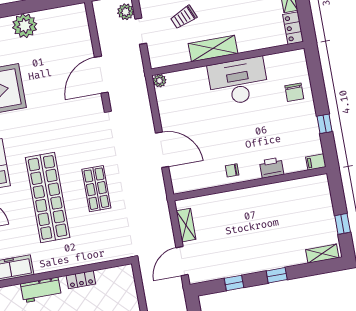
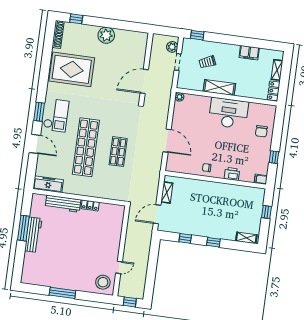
window: (343, 224) -> (267, 212), moved
workbench: (41, 290) -> (63, 204), width x1.38

